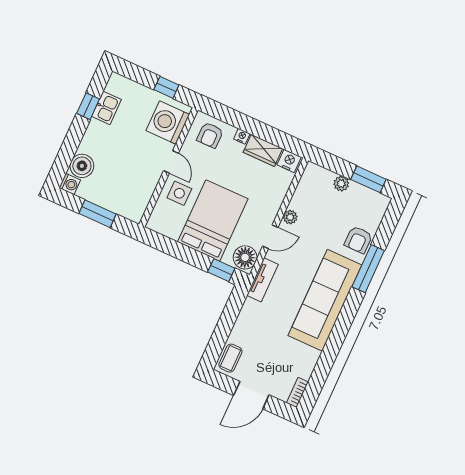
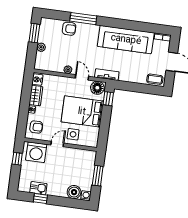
sofa: (325, 300) -> (126, 40), moved

